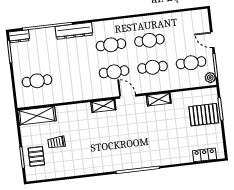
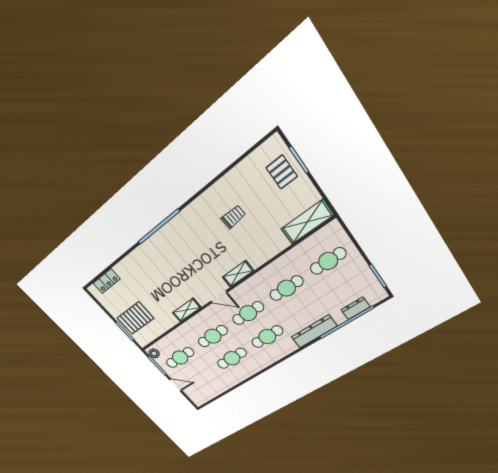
dresser: (19, 36) -> (356, 308), moved
cafe table: (76, 76) -> (286, 288), added
trolley: (57, 142) -> (233, 217), moved

